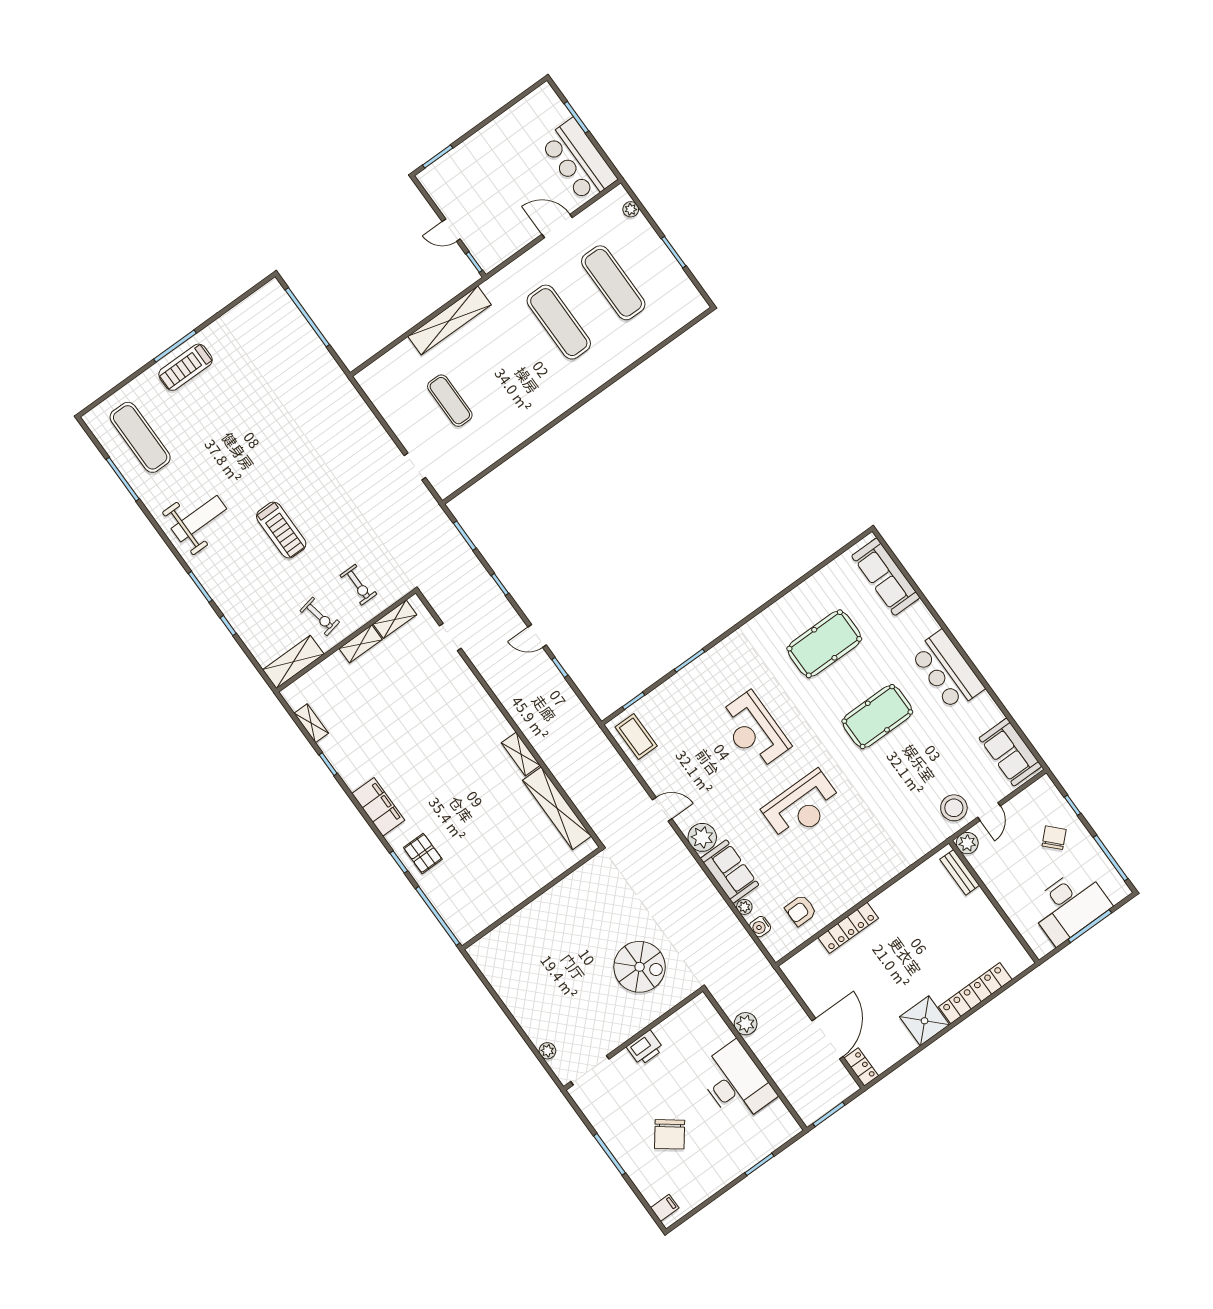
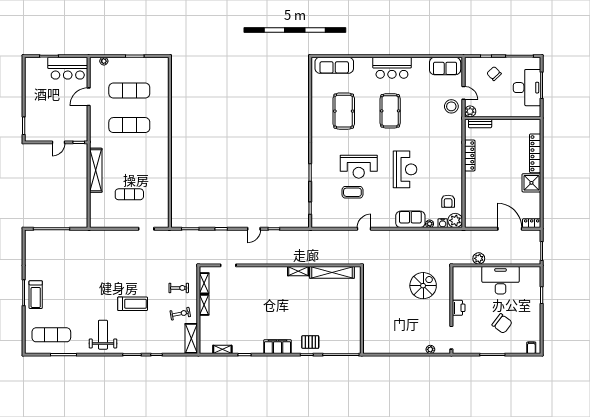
coffee table: (636, 736) -> (352, 192), moved
plant: (702, 837) -> (455, 220), moved
locker: (848, 928) -> (470, 155), moved

